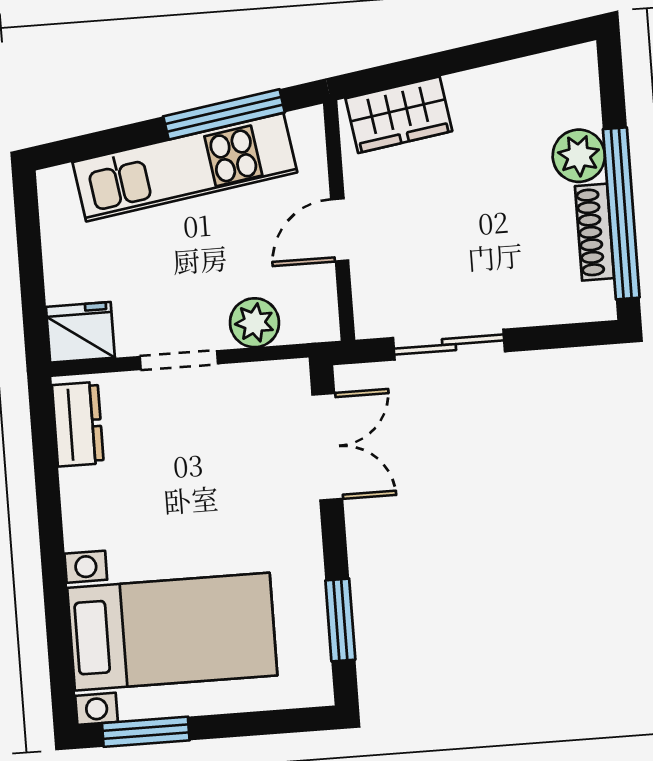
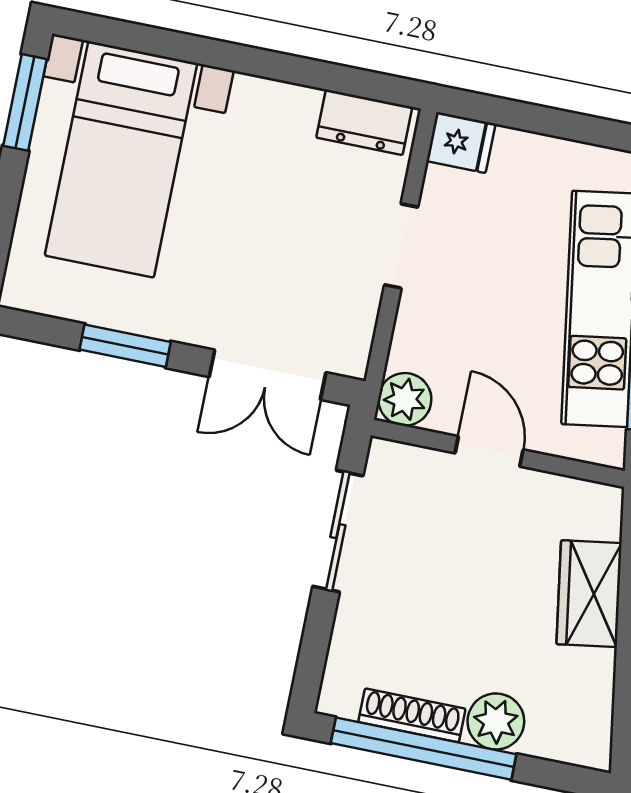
wardrobe: (399, 115) -> (589, 594), moved
plant: (254, 323) -> (405, 399), moved
fridge: (80, 332) -> (461, 142), width x0.72
window: (340, 620) -> (125, 346), moved

